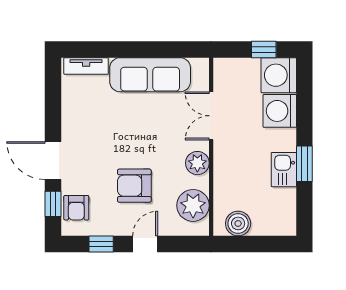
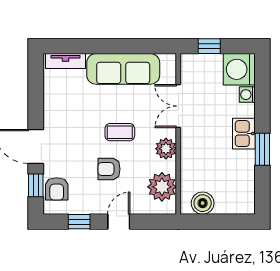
window: (264, 49) -> (209, 46), moved
washing machine: (280, 111) -> (247, 95), width x0.53, depth x0.53
coffee table: (146, 145) -> (120, 132), added
kitchen sink: (284, 170) -> (244, 134), moved
armchair: (134, 186) -> (109, 169), width x0.72, depth x0.72

